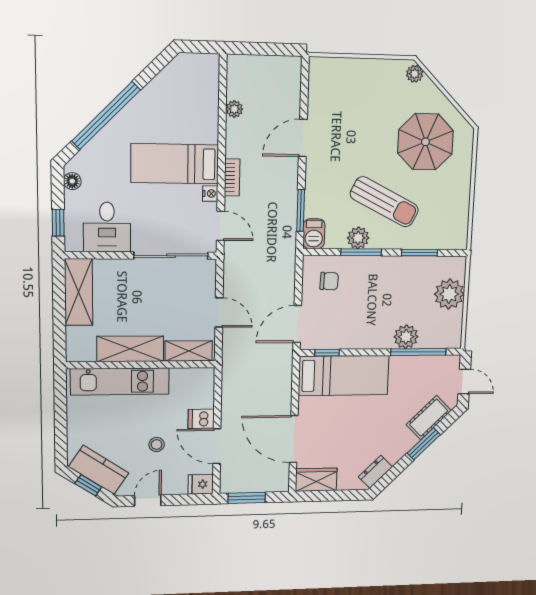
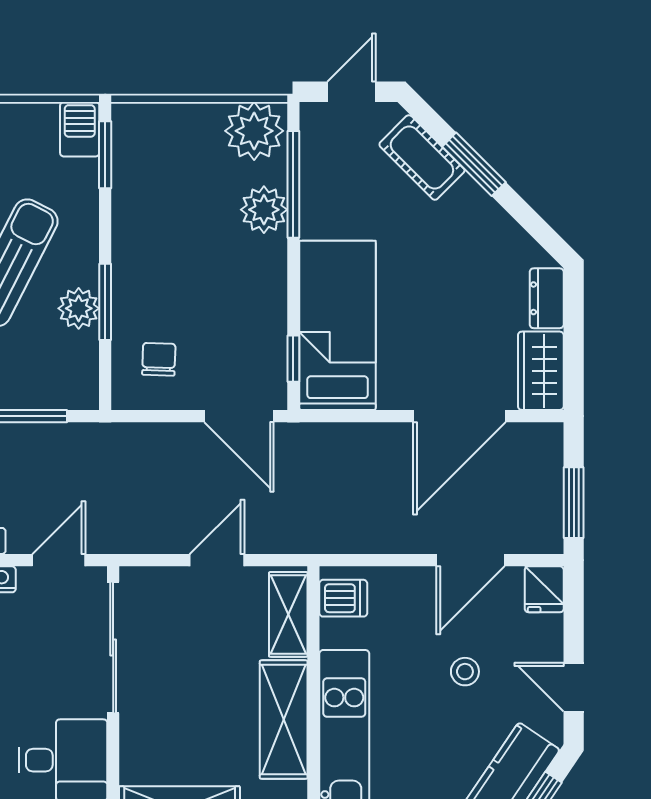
barbecue: (314, 234) -> (80, 129), moved, turned -90
window: (420, 253) -> (105, 155), moved
plant: (449, 294) -> (254, 131), moved
dishwasher: (201, 419) -> (343, 598), moved, turned -90
dresser: (375, 472) -> (547, 298), moved, turned 45

